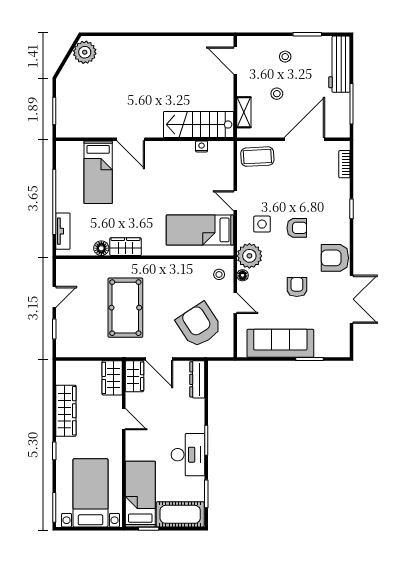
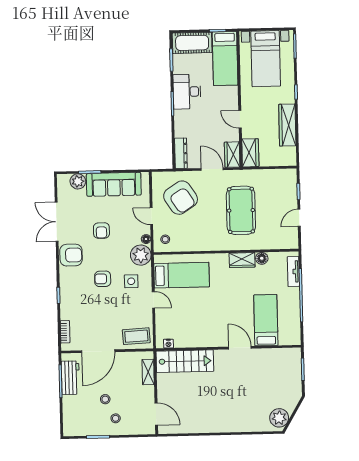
workbench: (339, 64) -> (70, 378), moved, width x0.73
stool: (277, 94) -> (105, 399), moved
nightstand: (202, 147) -> (168, 344), moved
plant: (324, 348) -> (78, 181), added

